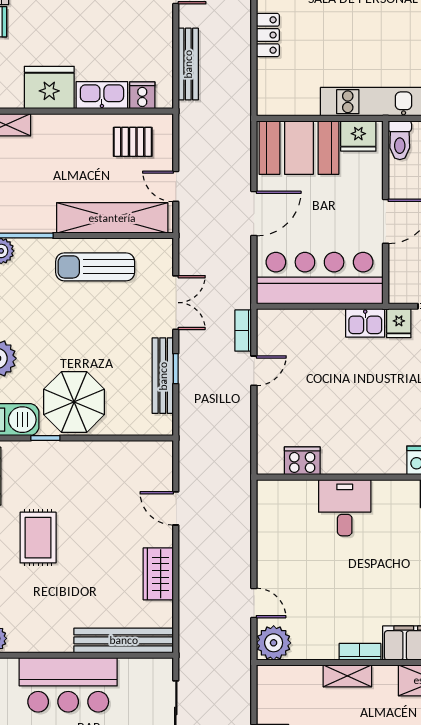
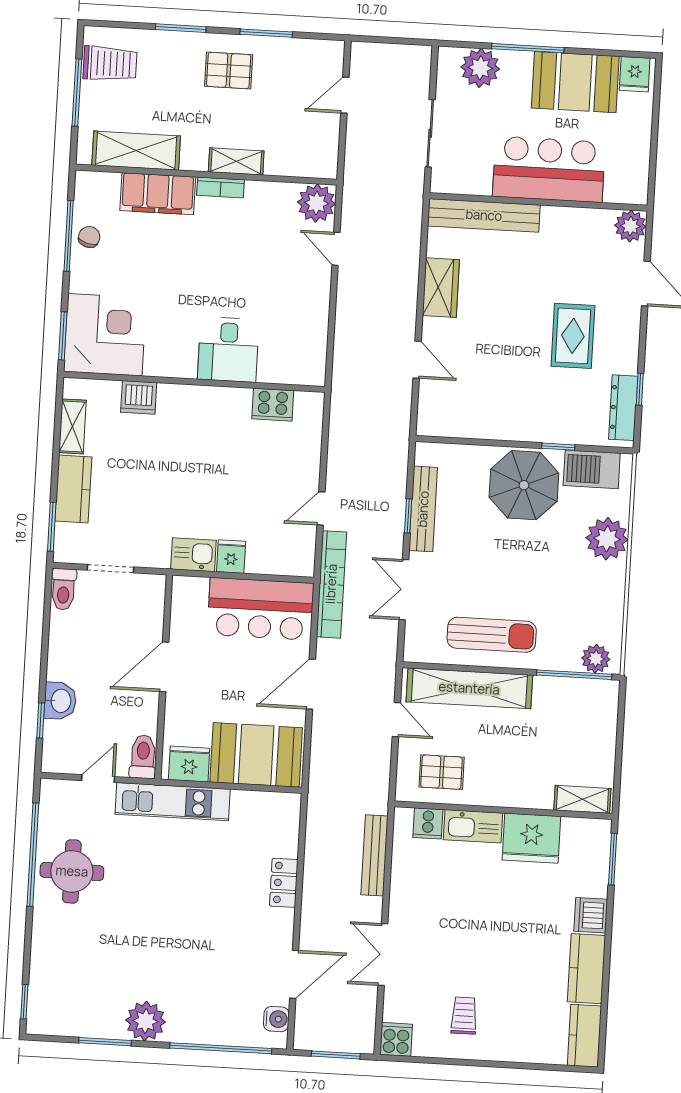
bar counter: (319, 278) -> (260, 609), width x0.73
fridge: (399, 323) -> (231, 557), moved
bookcase: (243, 331) -> (331, 584), width x2.31, depth x1.31

